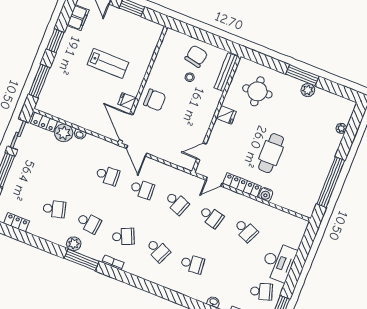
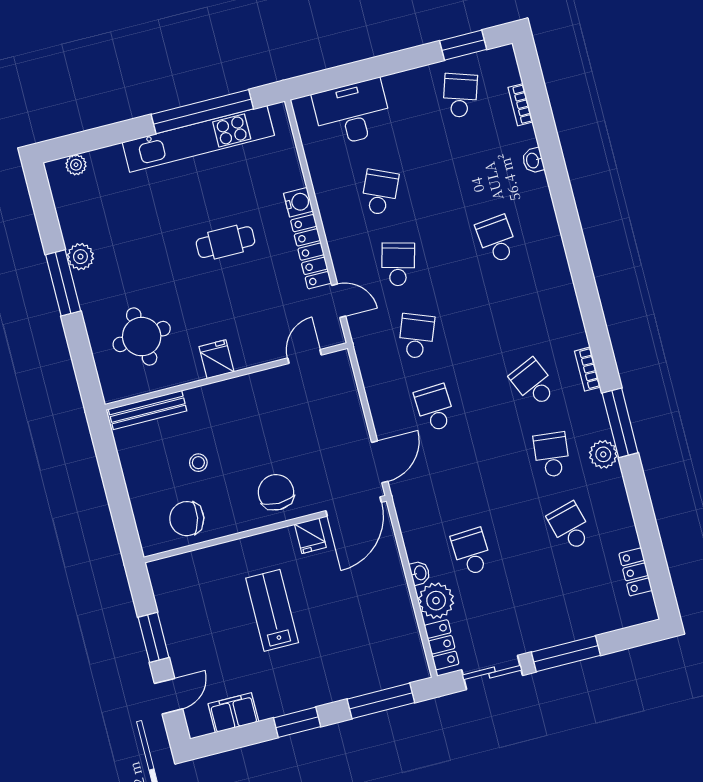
chair: (196, 56) -> (187, 519), moved
plant: (341, 128) -> (76, 165), moved
door: (201, 151) -> (304, 357), swing flipped
cafe table: (271, 153) -> (225, 242), width x0.73, depth x0.74
kitchen unit: (321, 173) -> (198, 139), added
school desk: (108, 175) -> (471, 552), moved
school desk: (158, 250) -> (515, 311), removed
desk: (278, 262) -> (352, 113), moved
school desk: (261, 291) -> (460, 95), turned 36

